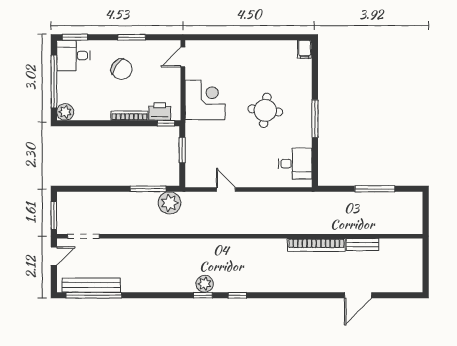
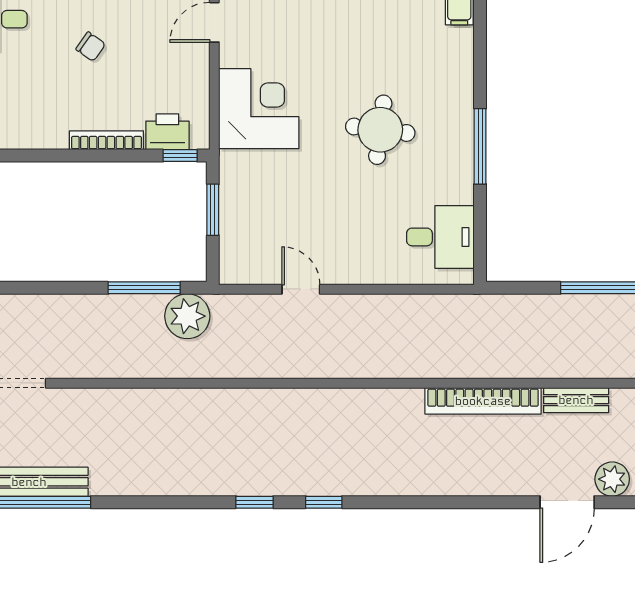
chair: (122, 69) -> (91, 47), width x0.54, depth x0.54
plant: (205, 284) -> (612, 479), moved

